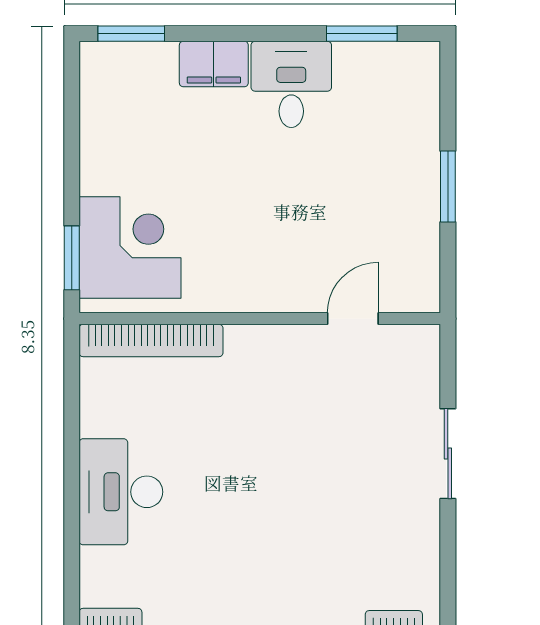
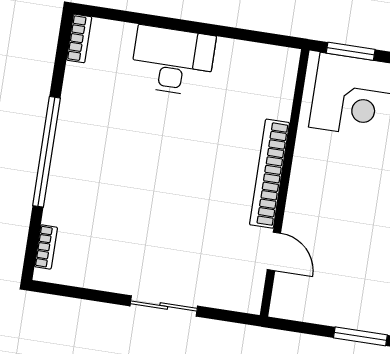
bookcase: (151, 340) -> (269, 174), moved

